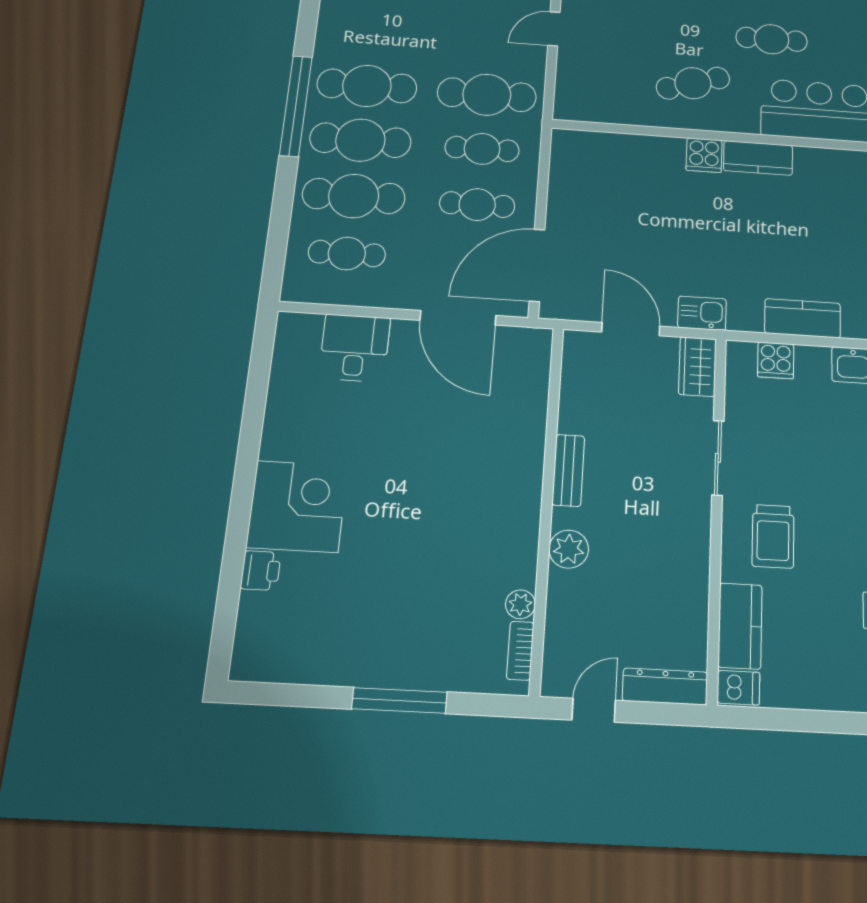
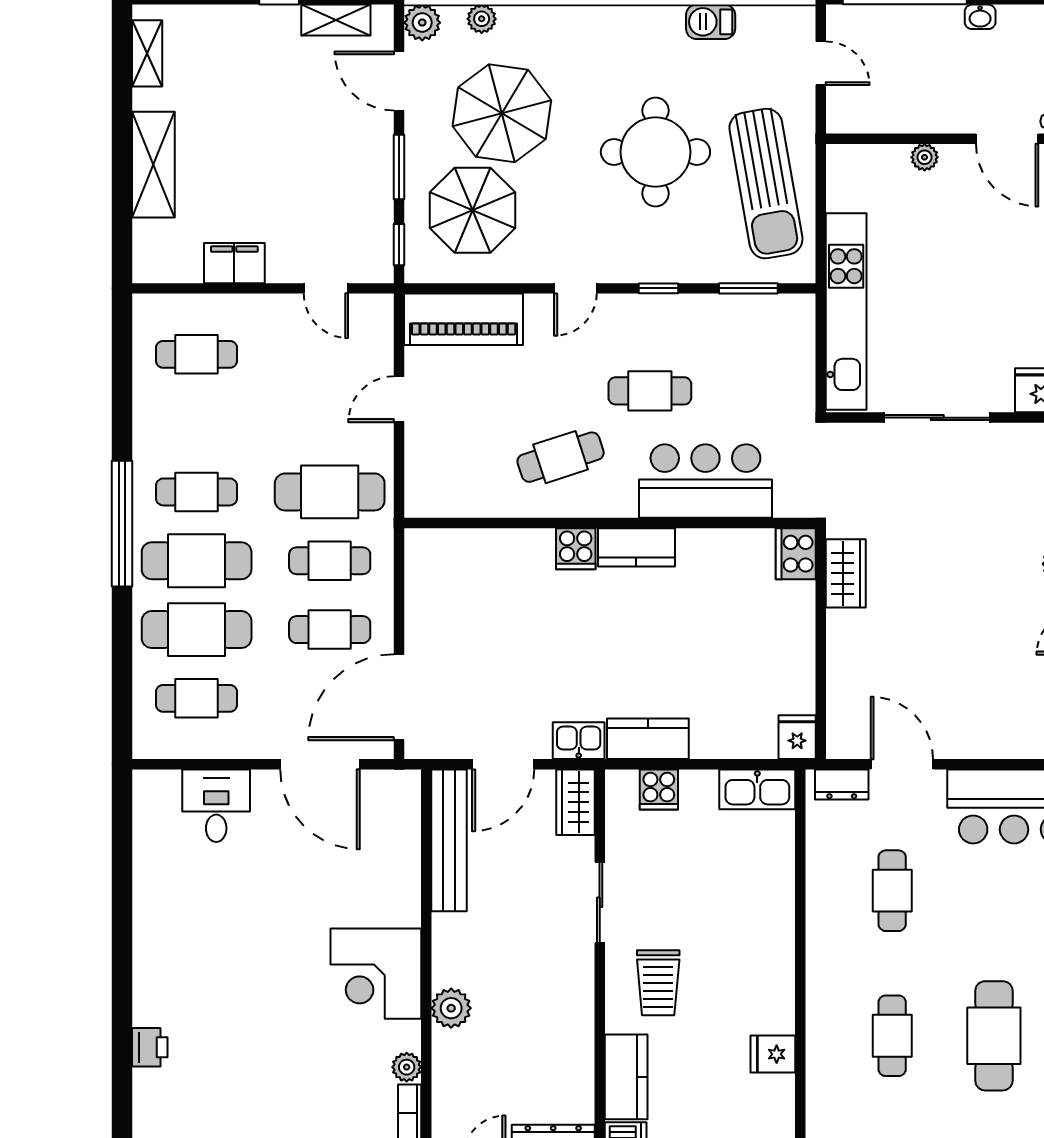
cafe table: (367, 86) -> (197, 492), width x0.73, depth x0.74
kitchen counter: (803, 318) -> (648, 739), moved
door: (631, 329) -> (503, 764), swing flipped
bench: (568, 470) -> (449, 840), moved, width x1.86, depth x1.21
corner desk: (297, 506) -> (376, 974), moved, turned 180

